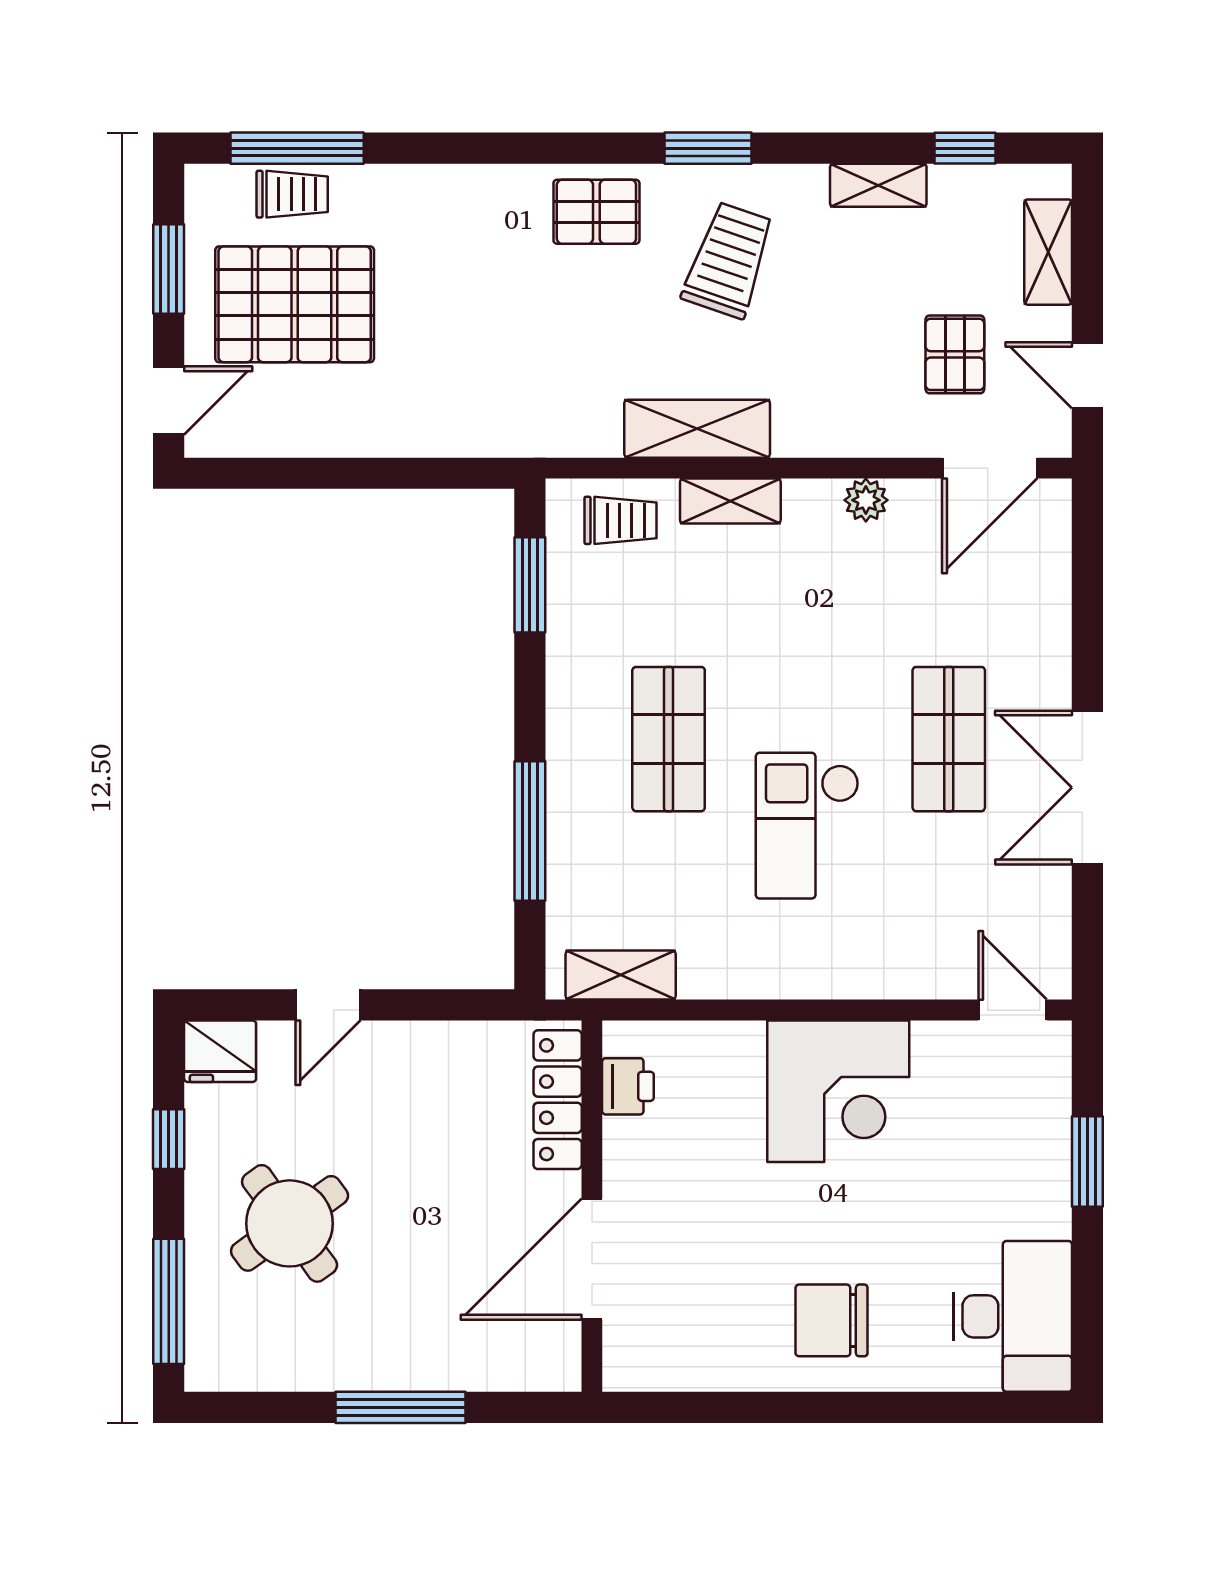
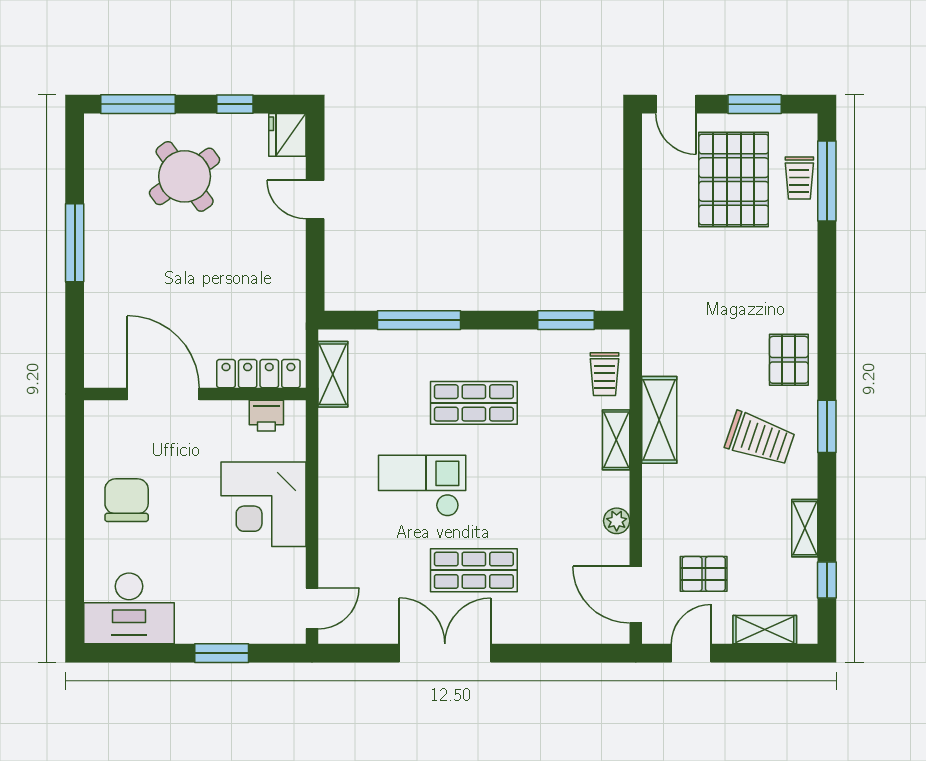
printer: (628, 1086) -> (266, 416), moved
locker: (558, 1100) -> (258, 374), moved
wall: (592, 1206) -> (195, 394), moved
door: (592, 1259) -> (163, 394), moved

